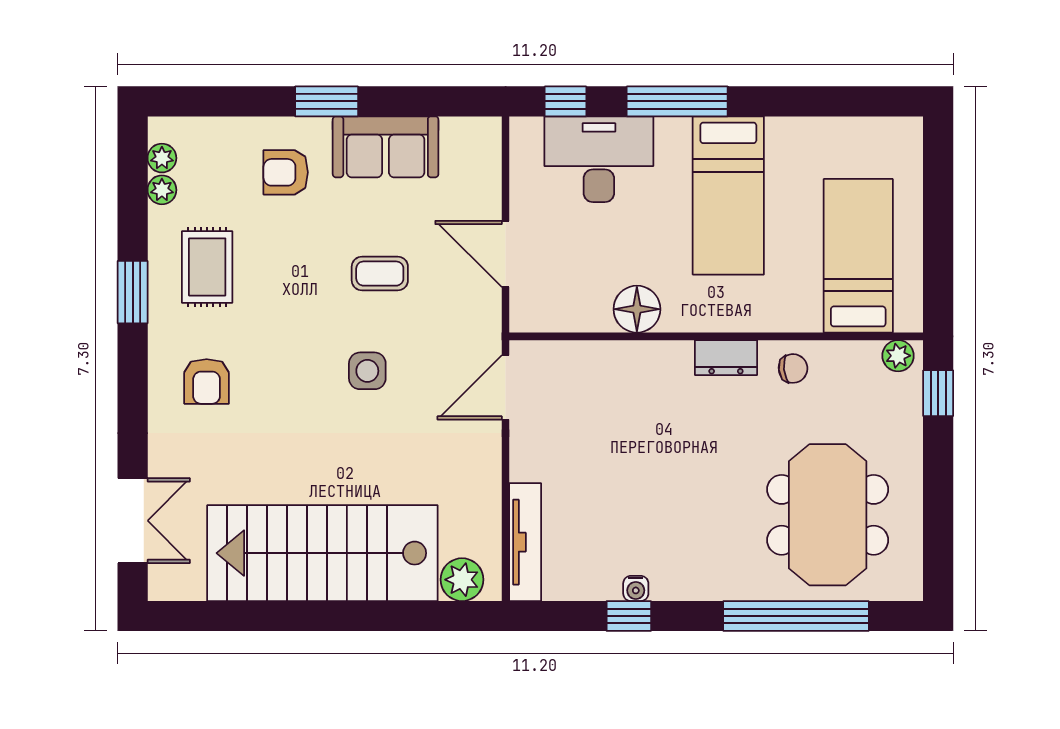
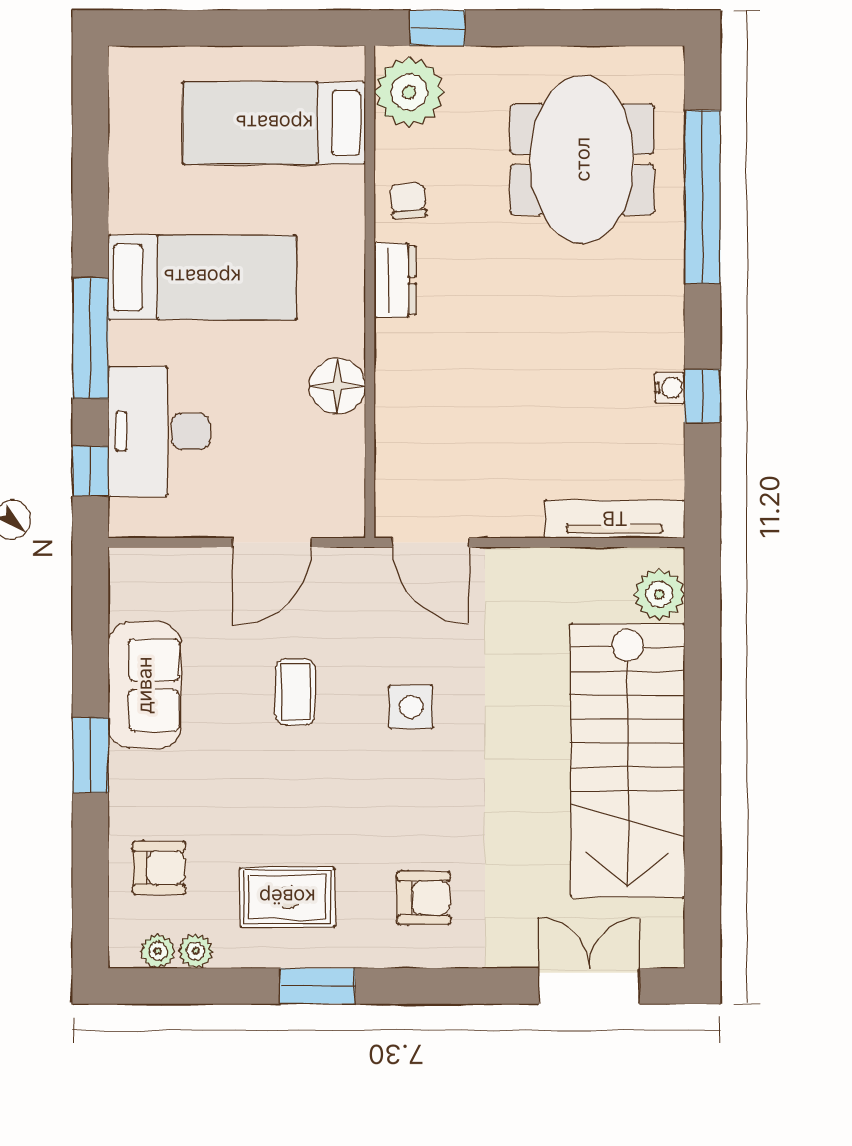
armchair: (286, 172) -> (159, 868), moved, turned -90
plant: (898, 356) -> (409, 92), width x1.88, depth x1.88
meeting table: (828, 515) -> (582, 159), turned 90

